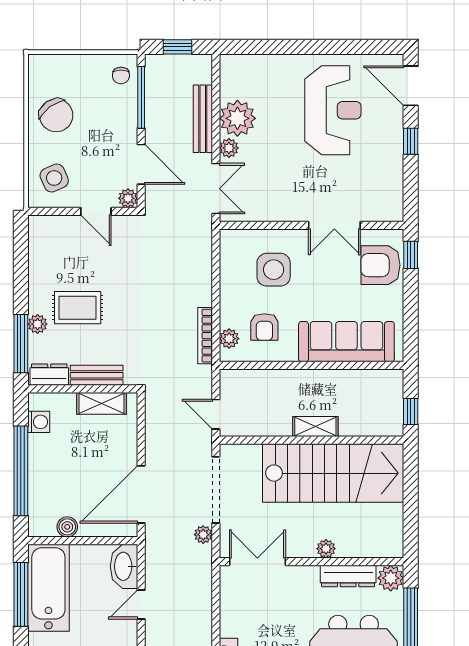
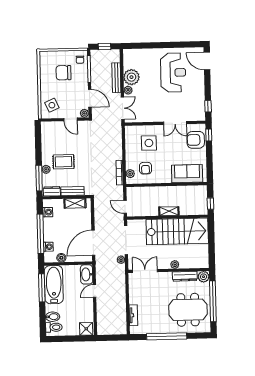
chair: (56, 115) -> (63, 73), moved, turned 126
window: (411, 141) -> (208, 106), moved
sofa: (346, 342) -> (187, 174), width x0.73
washing machine: (38, 501) -> (48, 247), added

